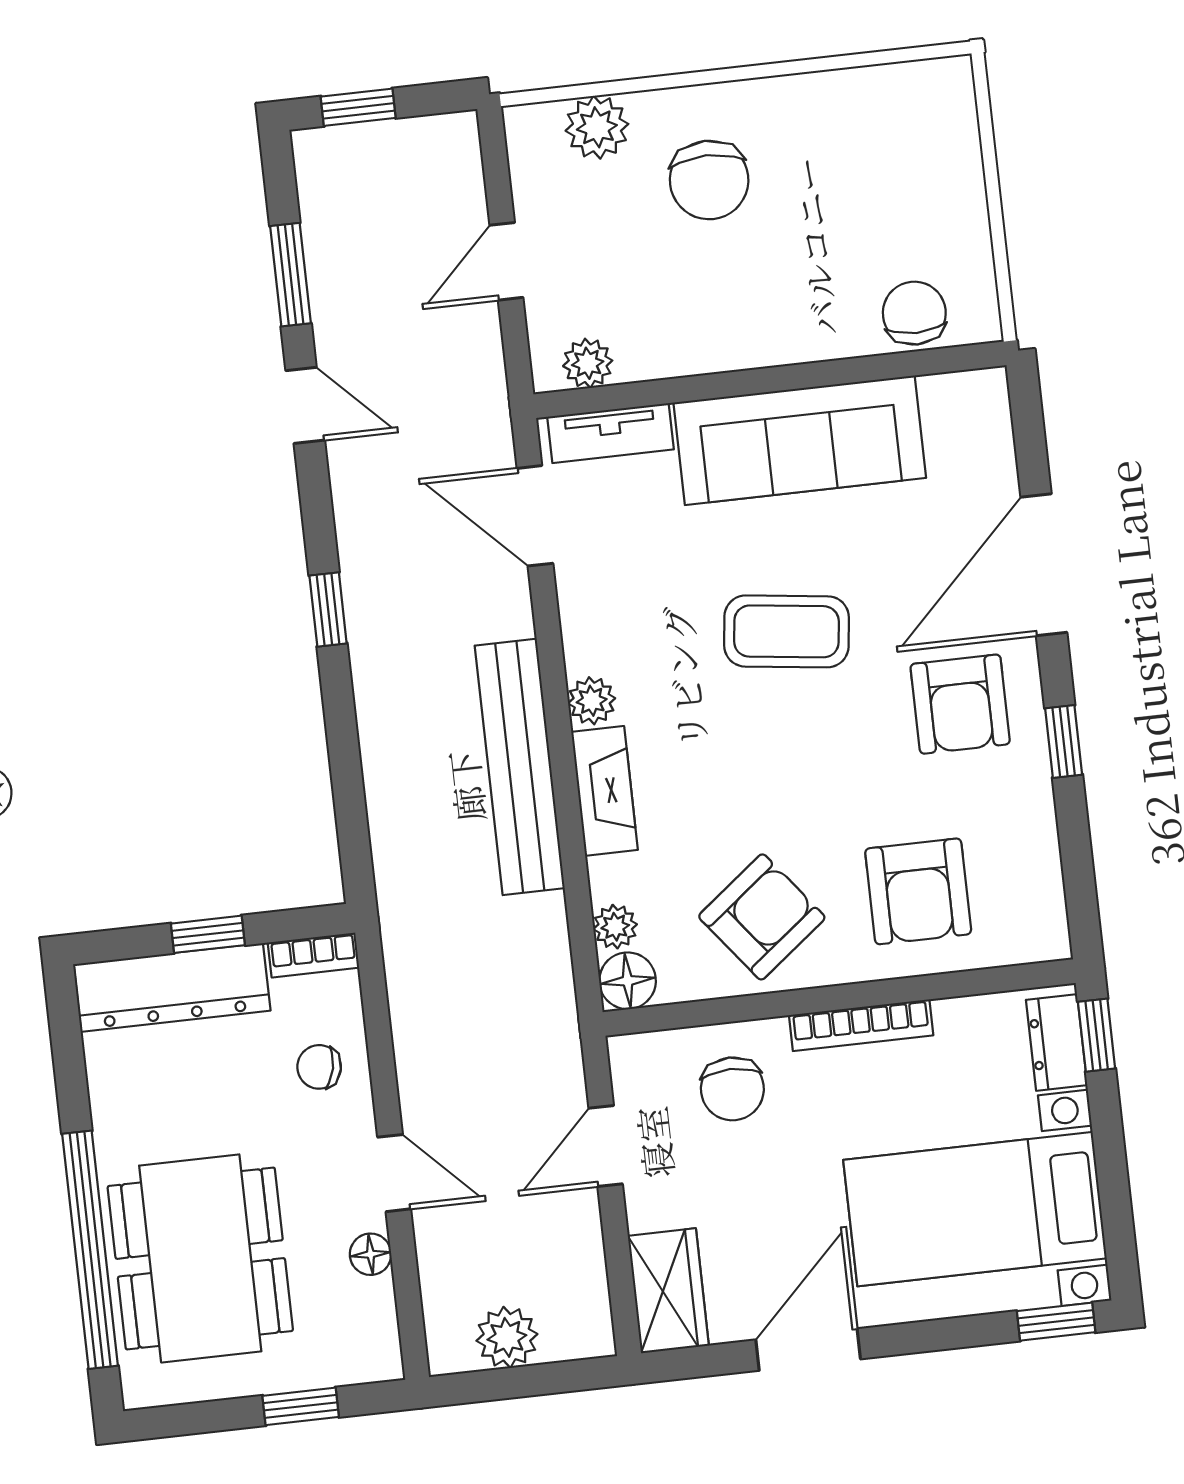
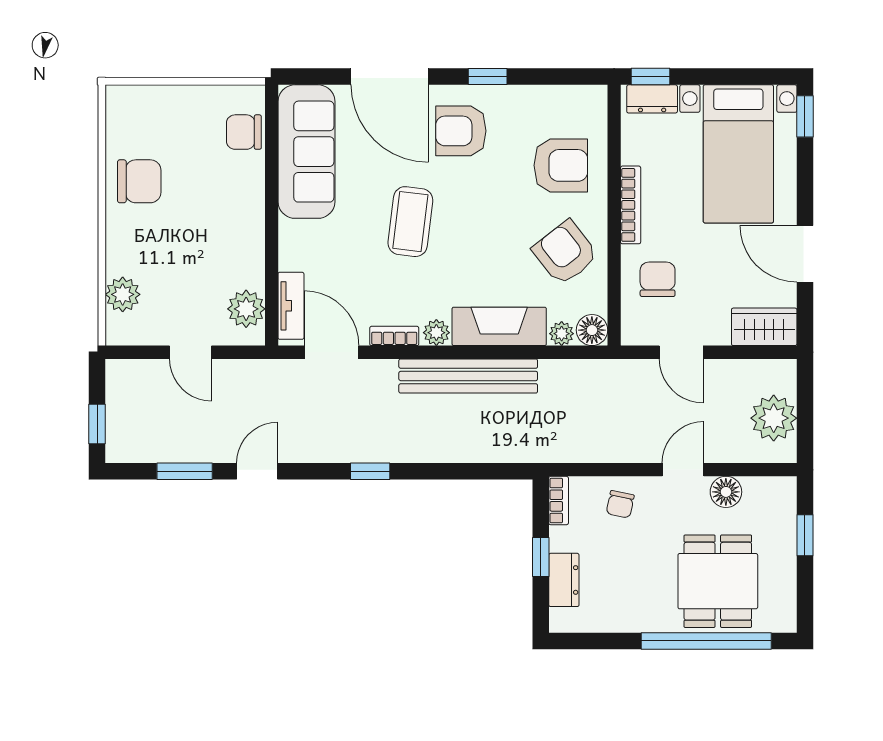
chair: (709, 180) -> (139, 181), moved
plant: (588, 363) -> (246, 309), width x1.38, depth x1.38
sofa: (800, 440) -> (306, 152), moved
door: (535, 516) -> (332, 352), swing flipped
bookcase: (577, 625) -> (394, 336), added
armchair: (960, 704) -> (461, 131), turned 180
fireplace: (605, 791) -> (499, 326), width x1.37, depth x1.32
dresser: (172, 987) -> (564, 580), width x0.51, depth x0.80
chair: (732, 1089) -> (658, 279), turned -90
floor lamp: (371, 1254) -> (726, 492), width x1.37, depth x1.37
dining table: (200, 1258) -> (718, 581), width x0.73
plant: (507, 1337) -> (774, 418), width x1.36, depth x1.36

